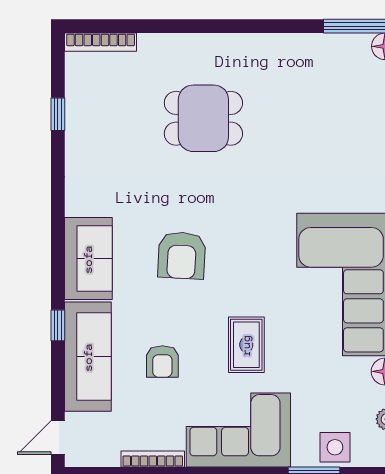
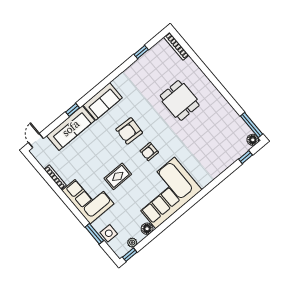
armchair: (162, 361) -> (149, 152), moved
door: (58, 438) -> (36, 141), hinge flipped

